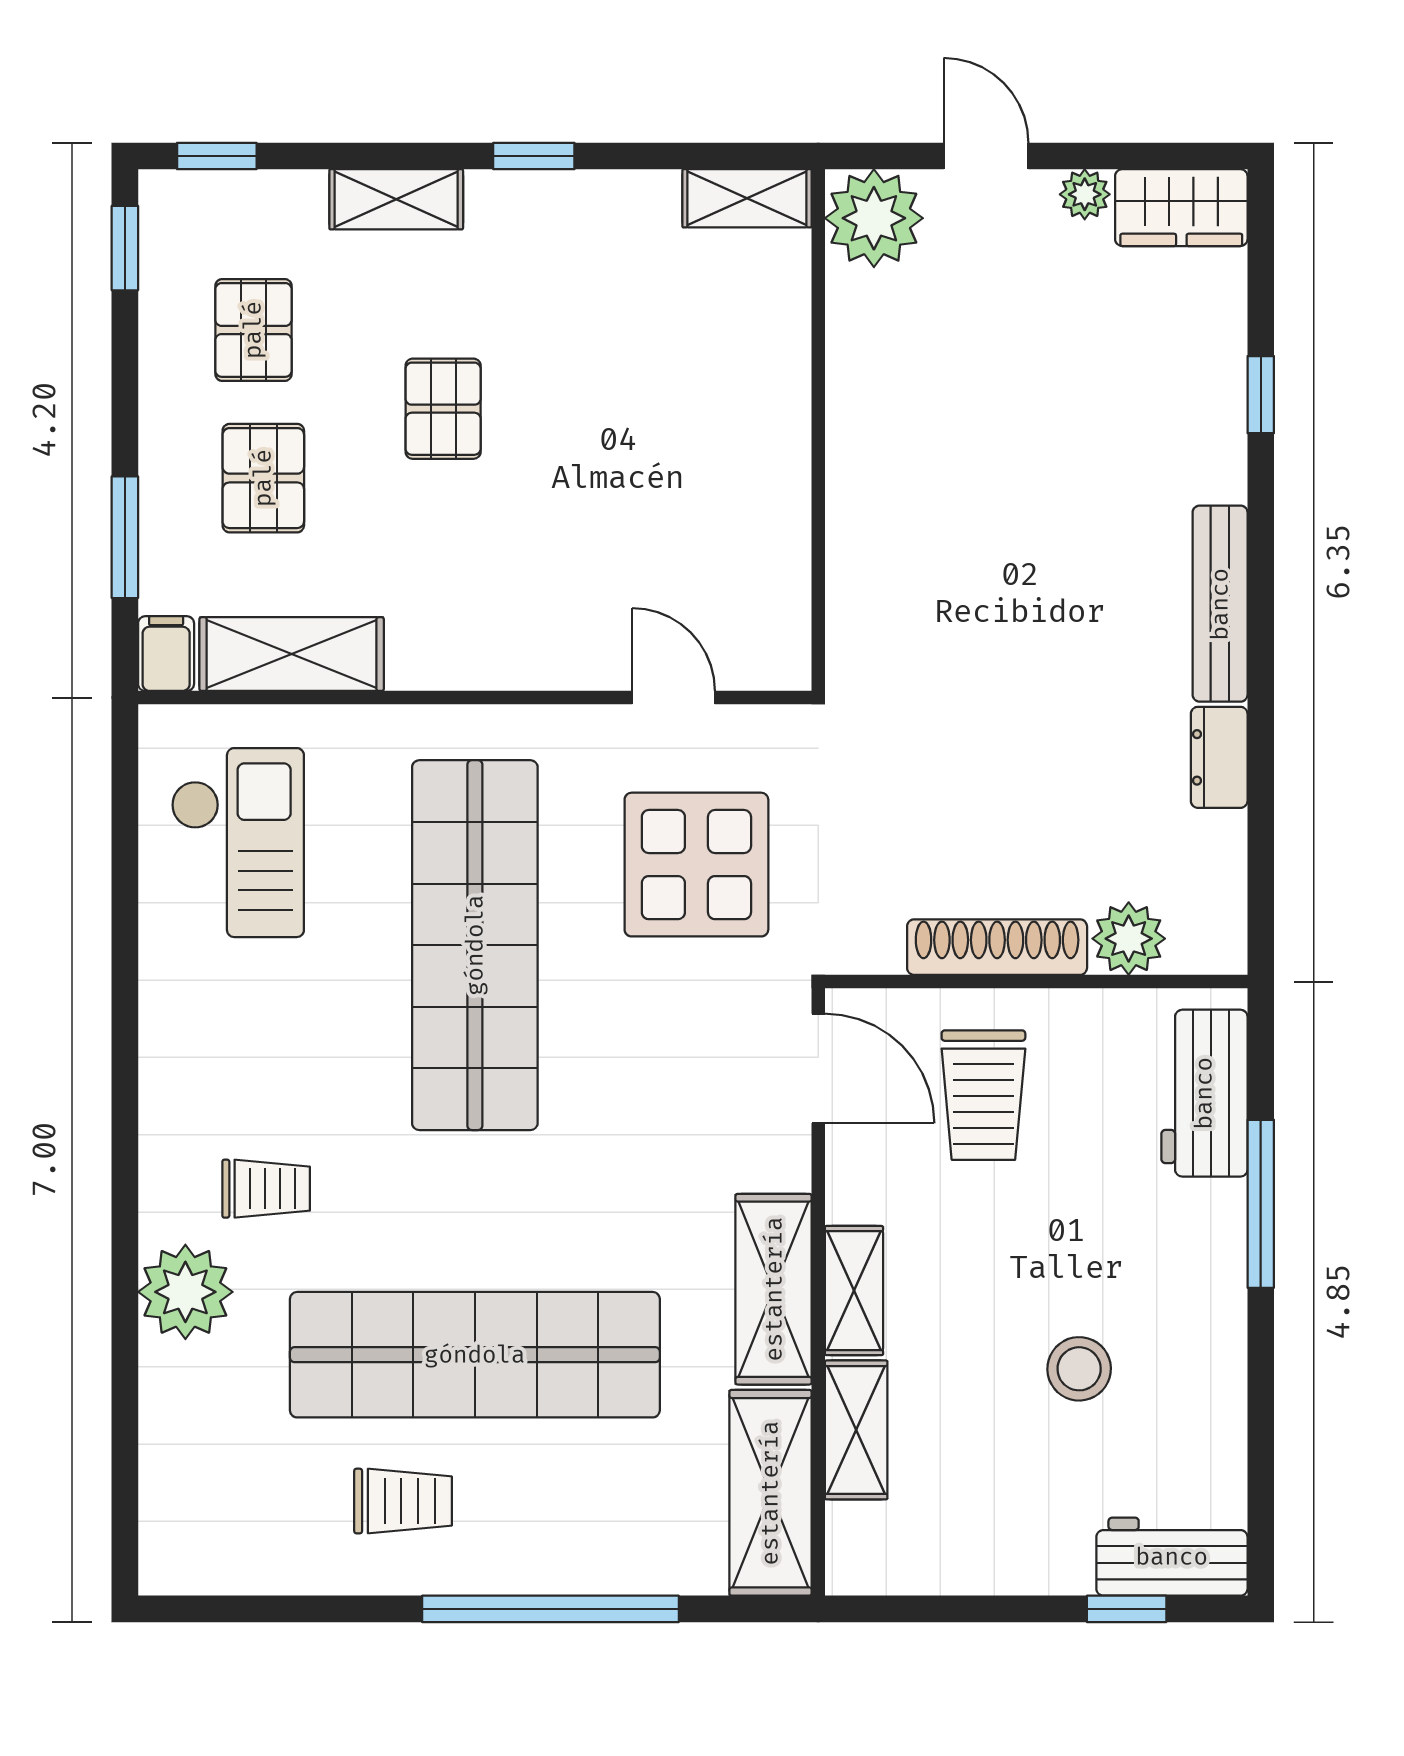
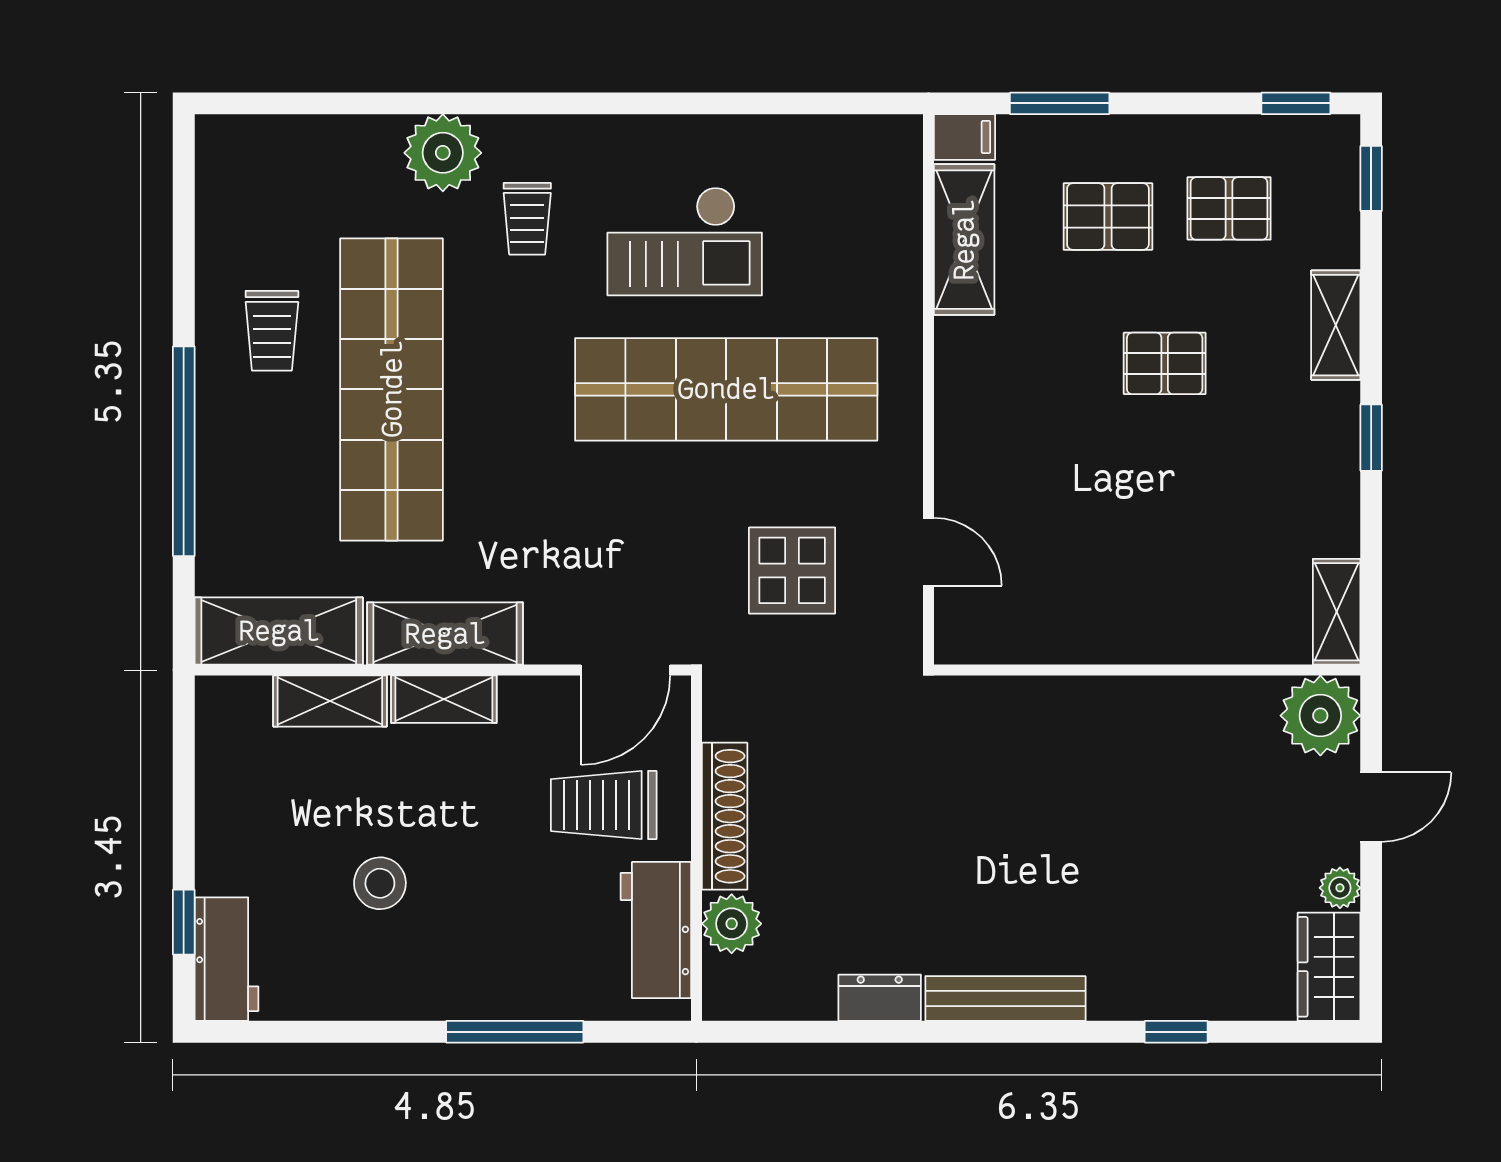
door: (673, 698) -> (929, 552), hinge flipped
checkout: (238, 843) -> (685, 241), moved
display table: (696, 865) -> (792, 570), width x0.73, depth x0.73
workbench: (1204, 1093) -> (656, 930), moved, turned -90

